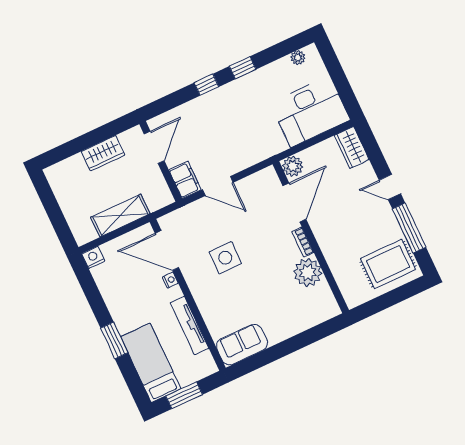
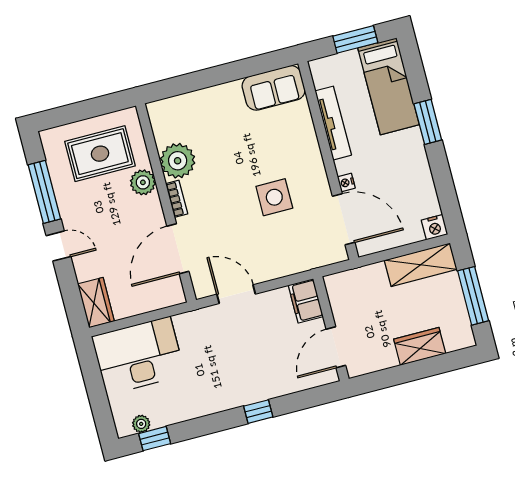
window: (243, 68) -> (155, 439), moved
wardrobe: (103, 153) -> (420, 346), moved
plant: (293, 166) -> (143, 182), moved
door: (218, 186) -> (236, 294), moved
window: (52, 209) -> (473, 296), added
shelving: (120, 215) -> (421, 265), moved
rug: (388, 264) -> (100, 154), moved

